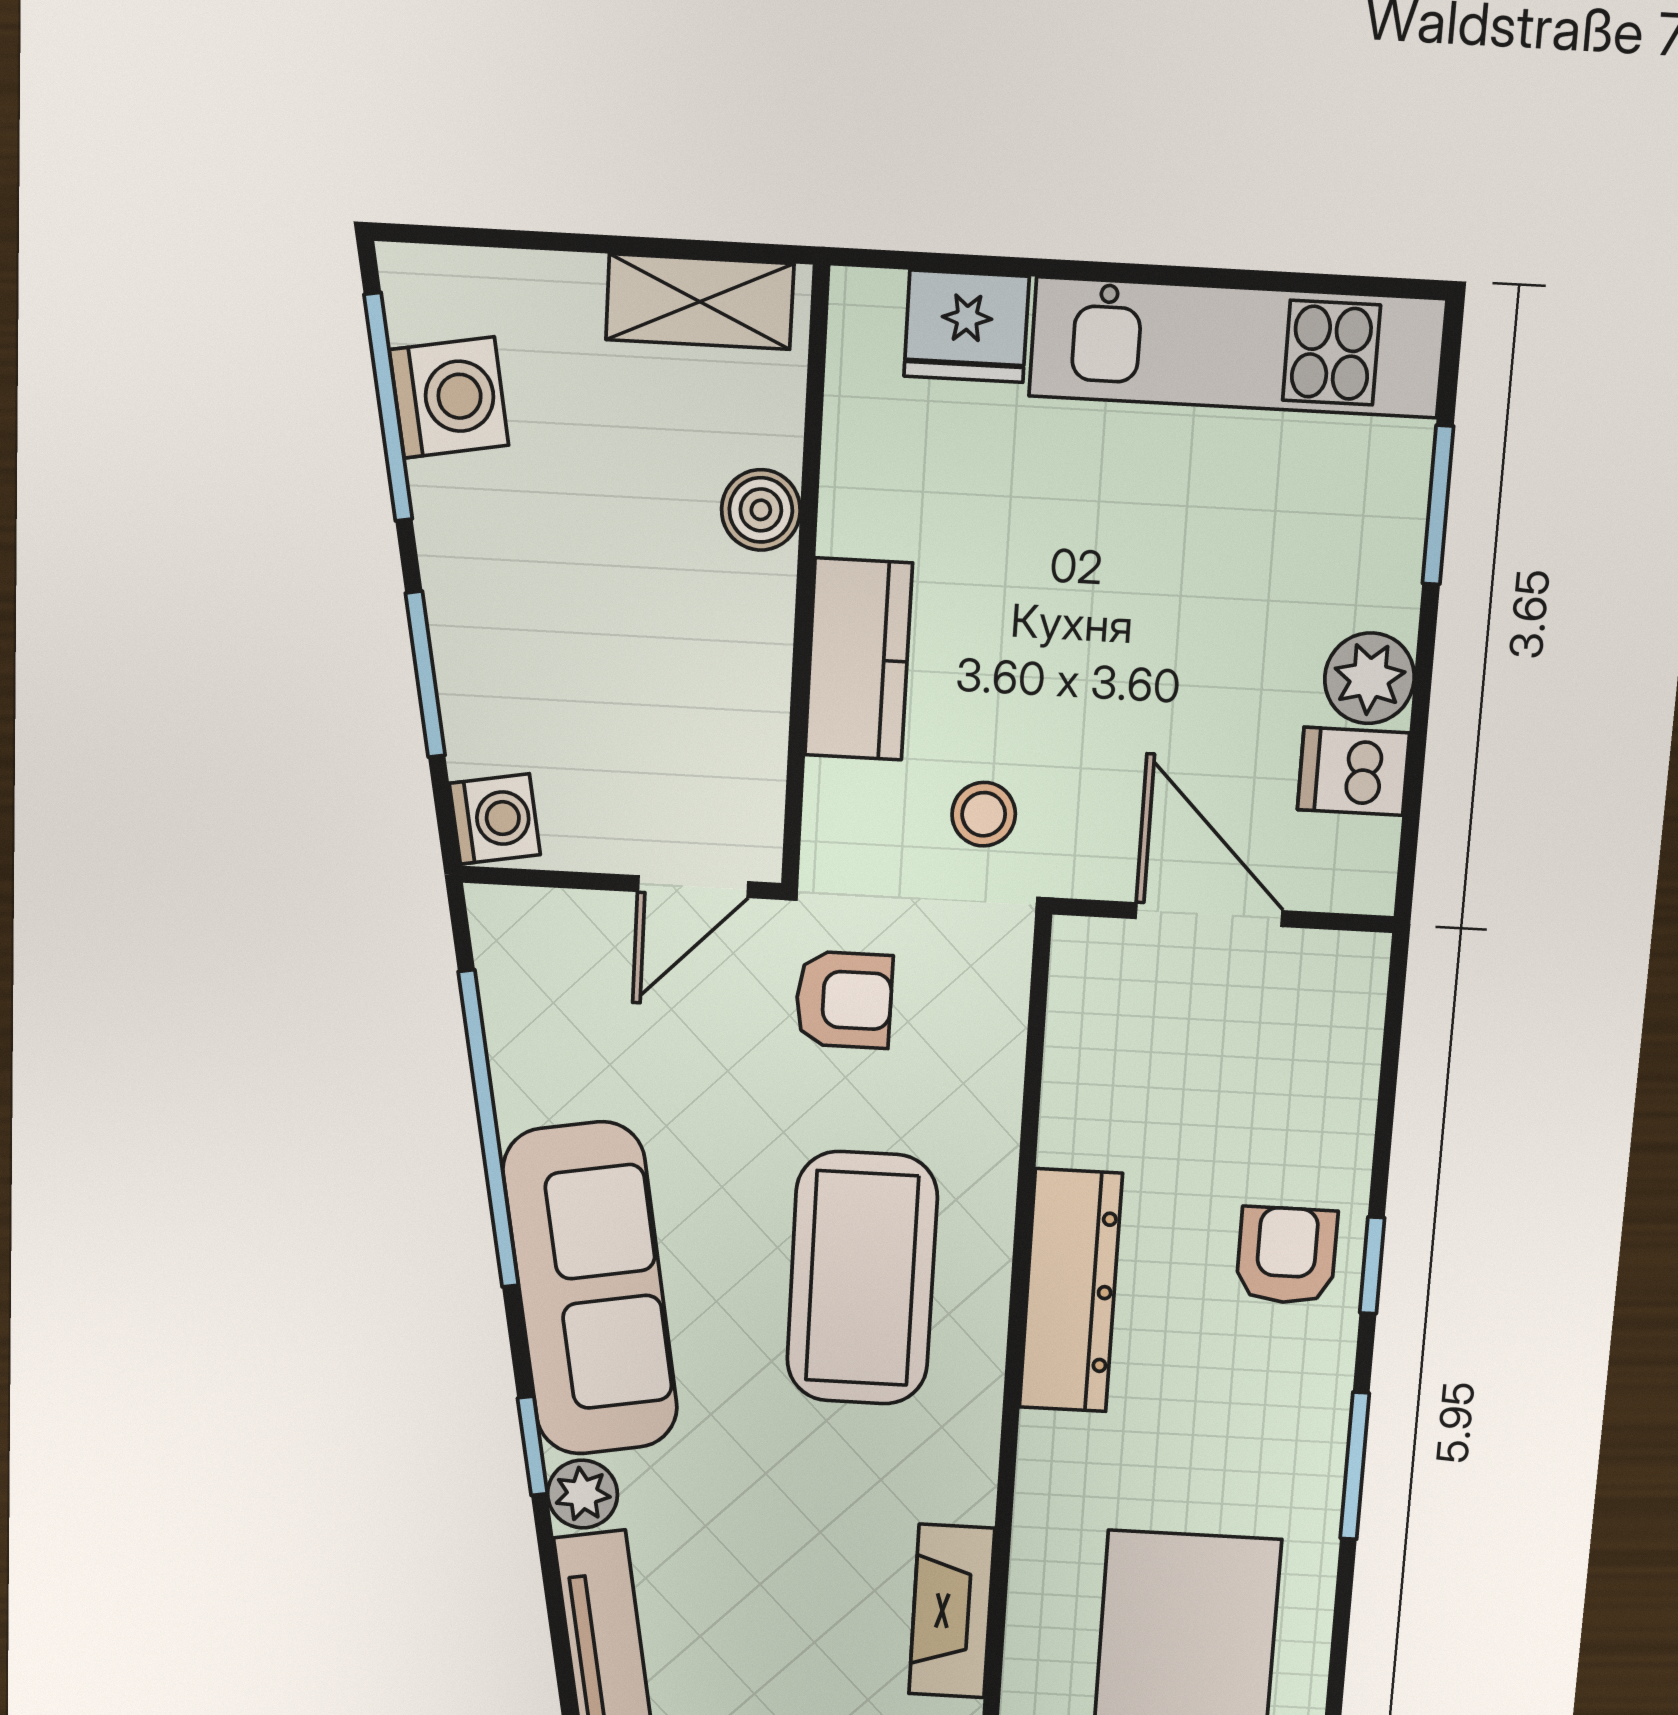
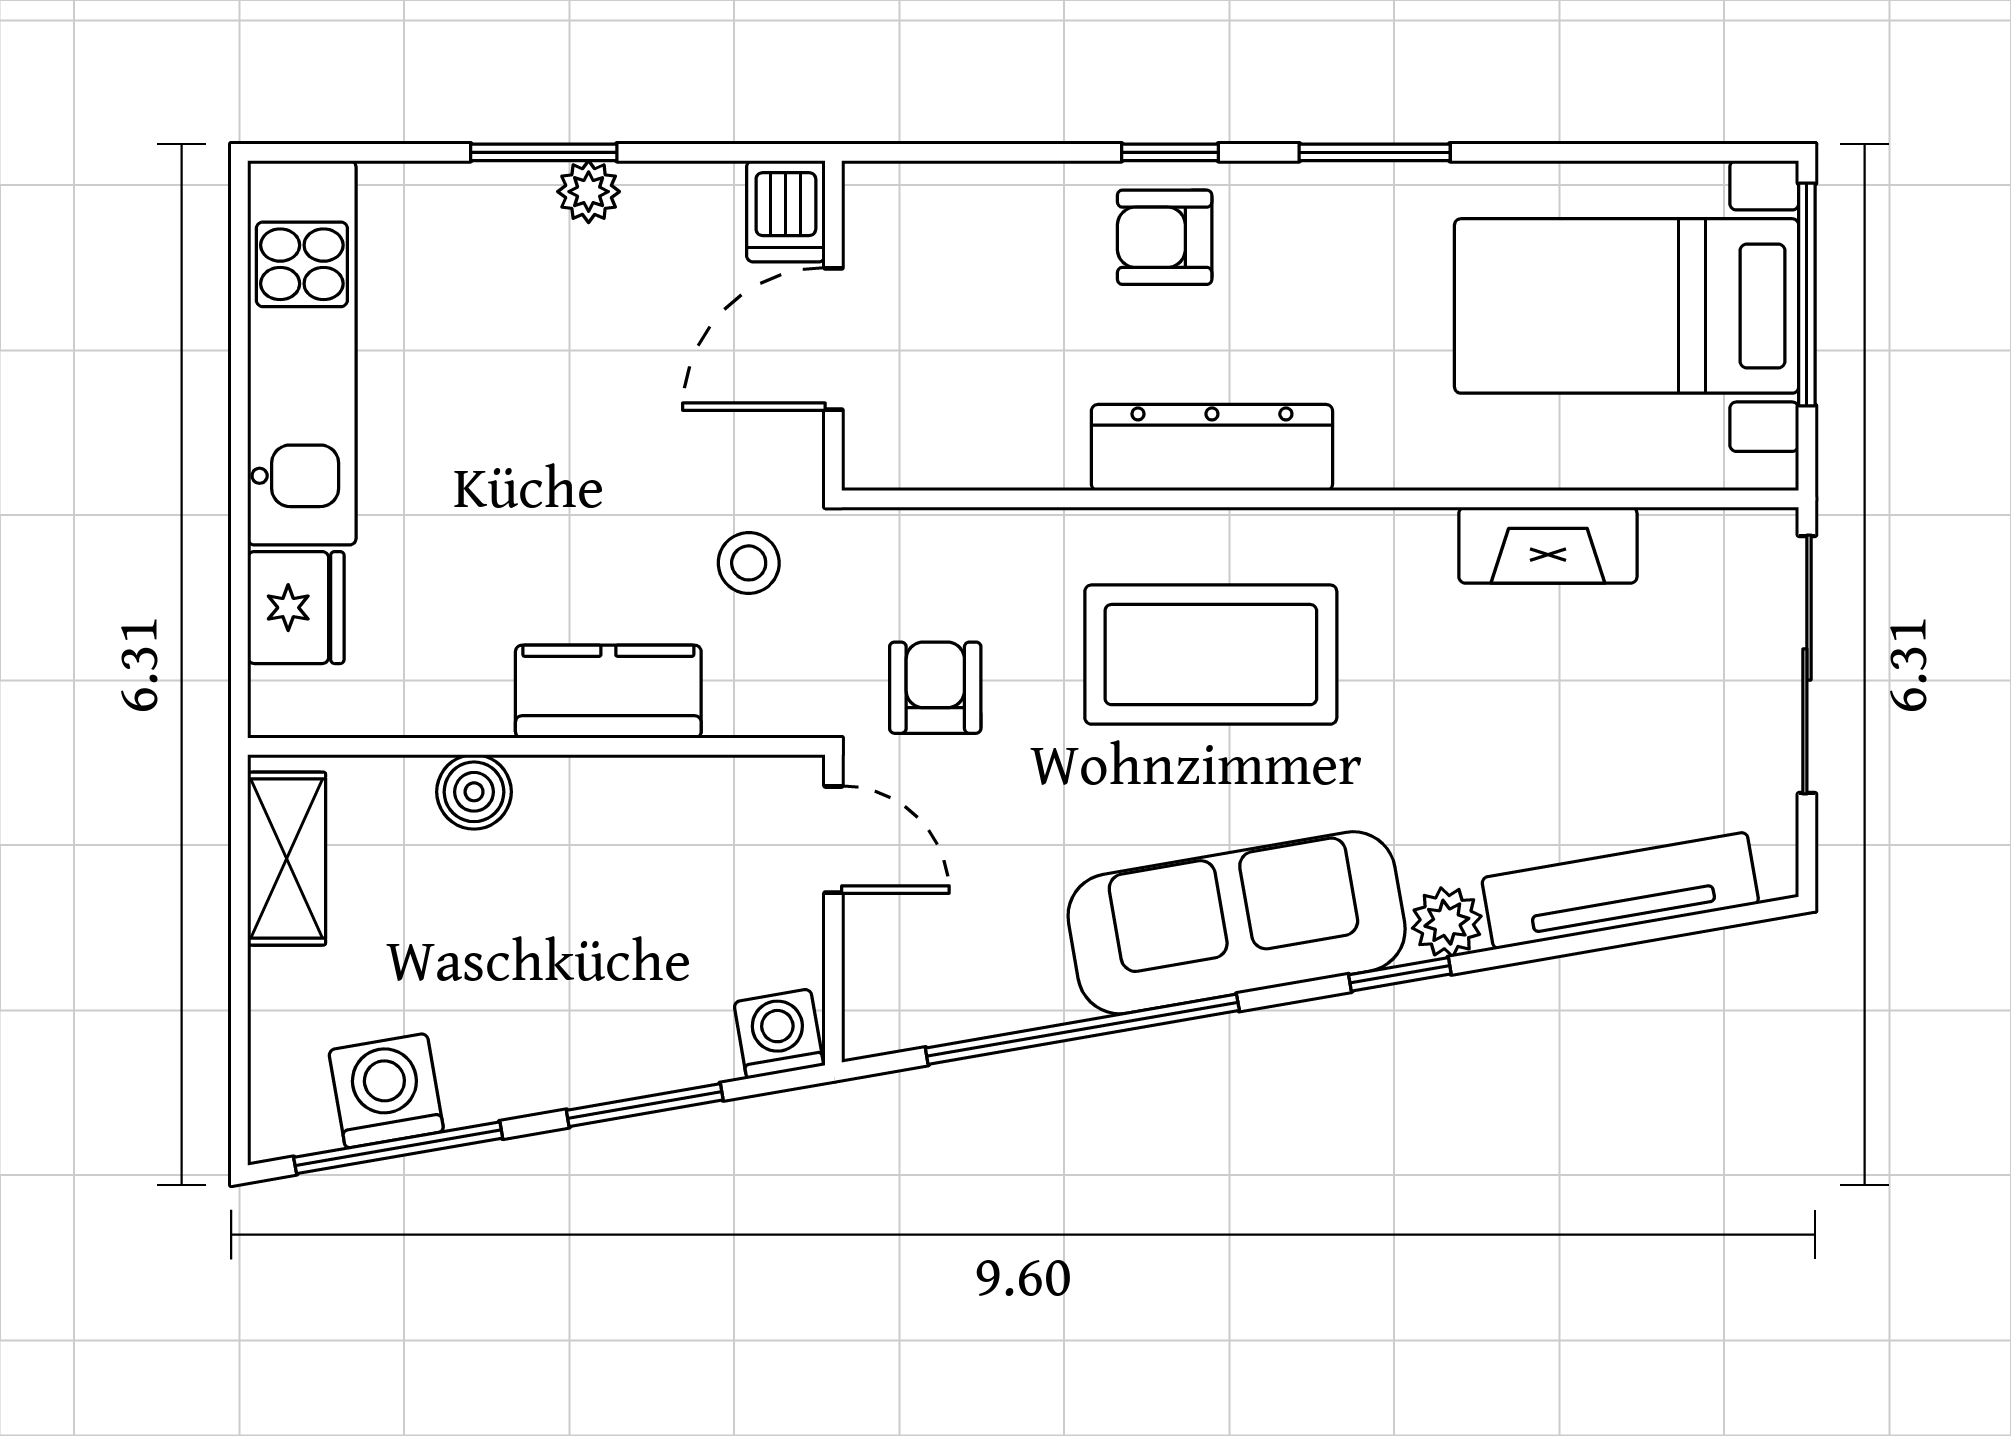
window: (1438, 505) -> (544, 152), moved
plant: (1369, 678) -> (589, 192), width x0.73, depth x0.73
dishwasher: (1353, 771) -> (786, 211), moved

